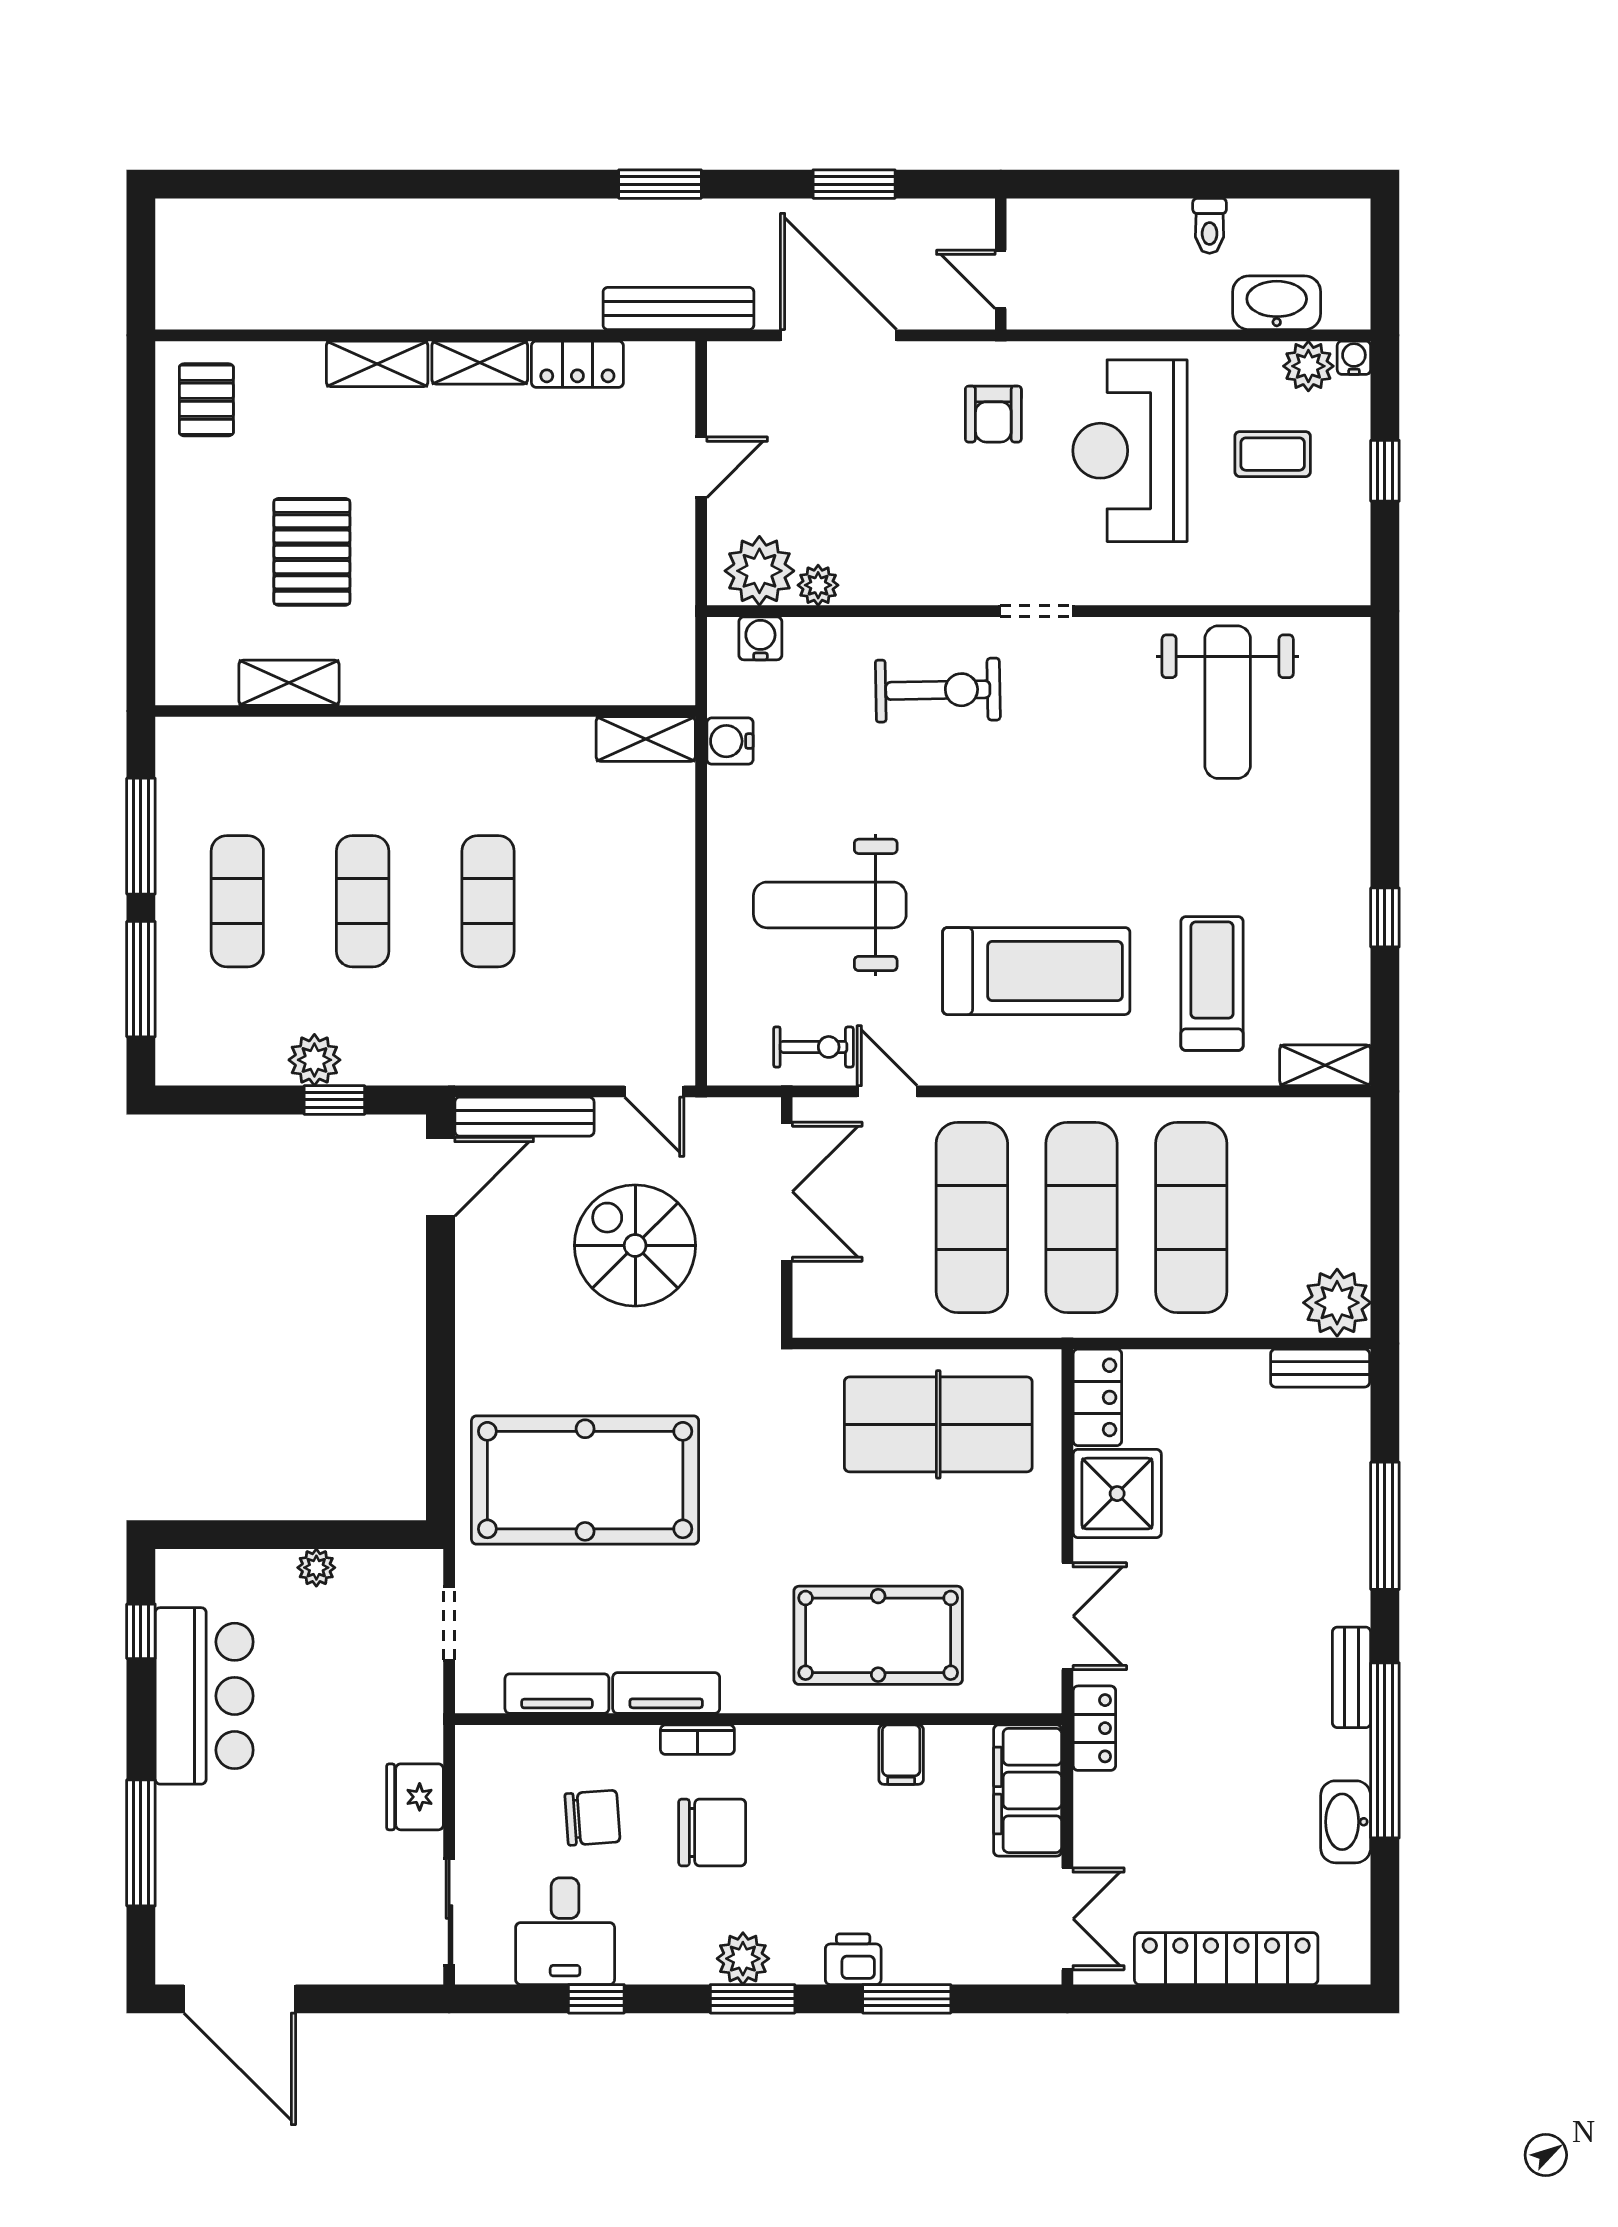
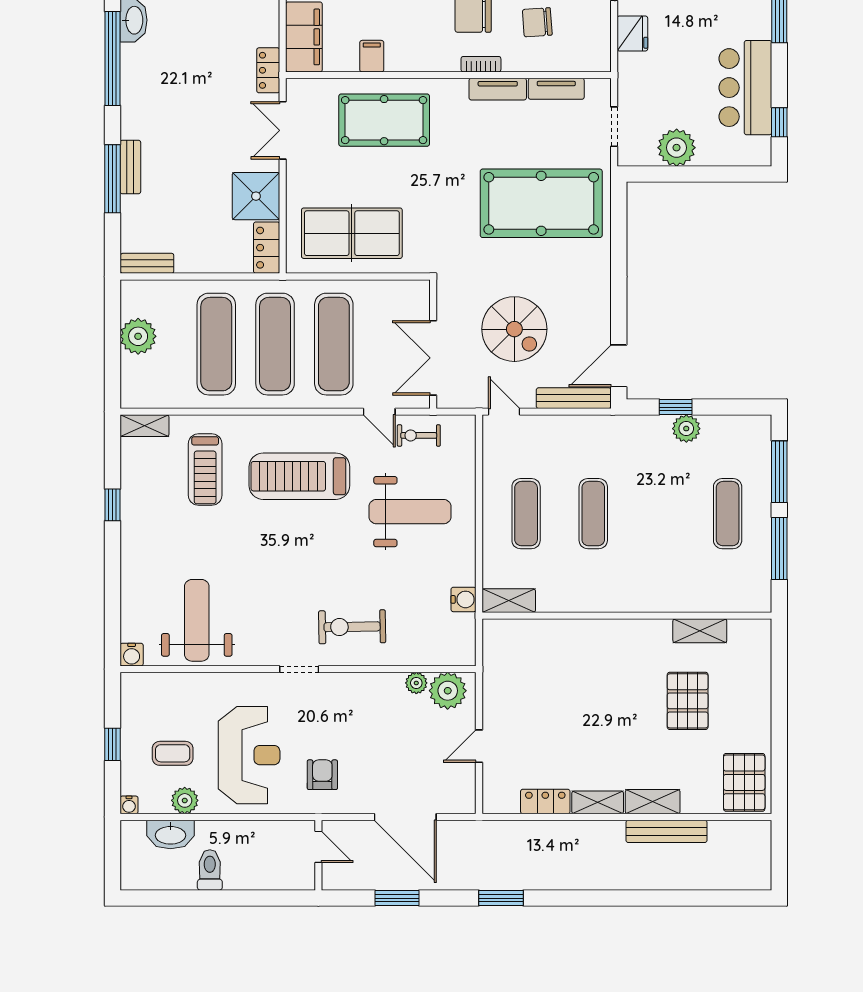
toilet: (1210, 226) -> (210, 870), width x1.37, depth x1.39
bench: (678, 308) -> (667, 831), moved
plant: (1308, 366) -> (185, 800), moved
pallet: (206, 400) -> (744, 782), width x1.50, depth x1.42
water cooler: (760, 638) -> (132, 655), moved
exercise mat: (363, 901) -> (526, 514), moved
plant: (1337, 1303) -> (138, 336), moved
plant: (316, 1568) -> (677, 148), width x1.88, depth x1.88
bench: (1352, 1677) -> (130, 167), moved

